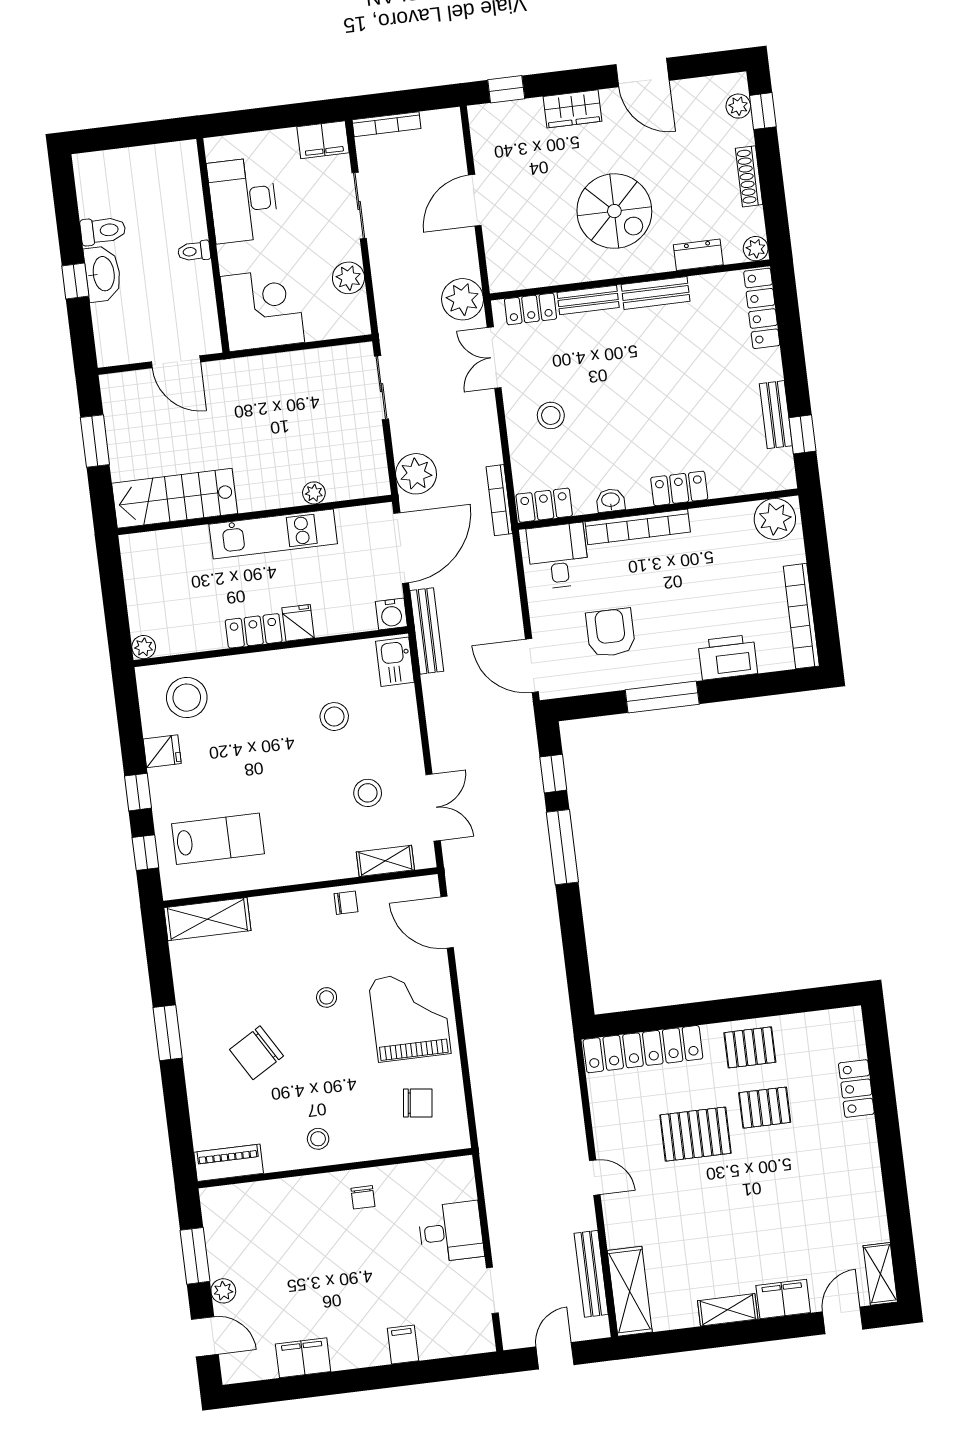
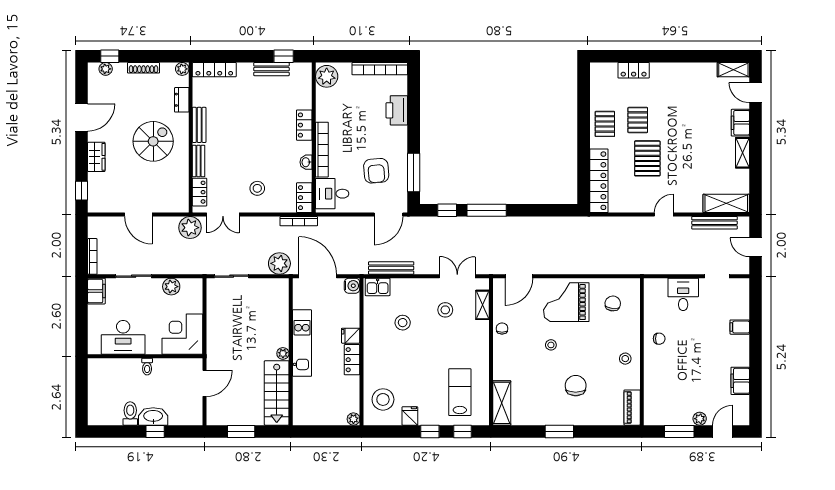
plant: (314, 493) -> (283, 353), moved
bench: (427, 631) -> (391, 268), moved
armchair: (611, 633) -> (376, 171), turned -95
window: (662, 697) -> (414, 172), moved
chair: (257, 1053) -> (576, 386), turned -149

